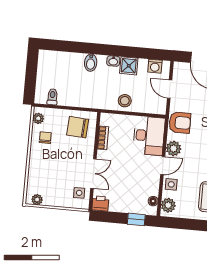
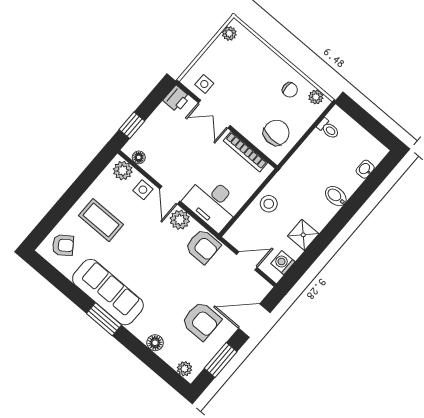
washbasin: (113, 61) -> (365, 169), moved
armchair: (180, 123) -> (203, 246), turned -90
bookcase: (103, 138) -> (245, 152), width x1.56

